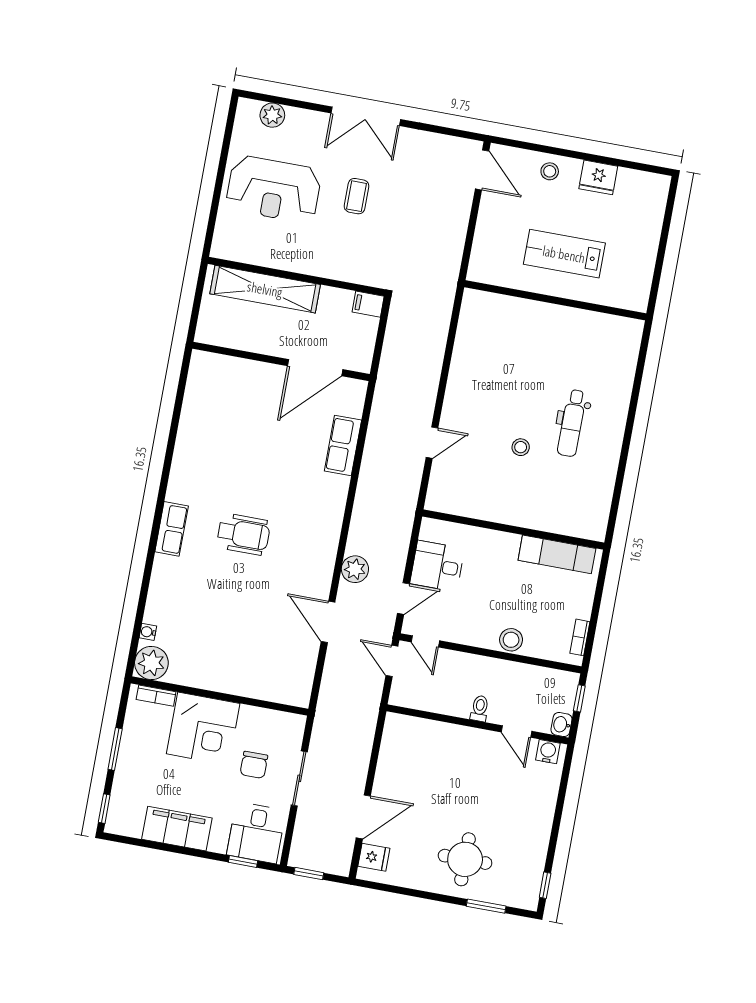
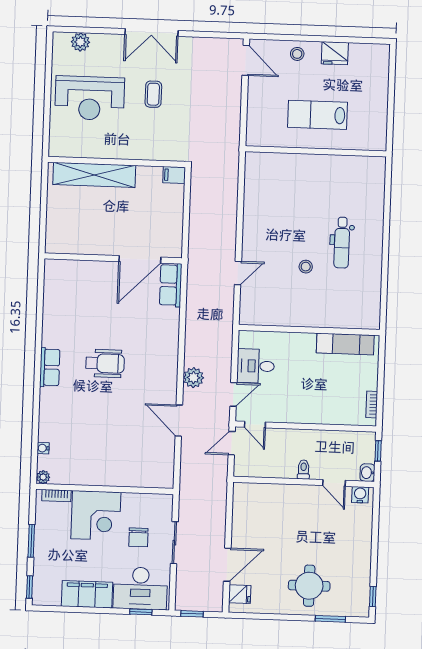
wall: (281, 361) -> (113, 258), moved
door: (315, 368) -> (140, 259), moved
stool: (511, 640) -> (320, 414), removed
door: (392, 661) -> (232, 443), hinge flipped
plant: (151, 663) -> (43, 477), width x0.53, depth x0.53
desk: (256, 833) -> (140, 588), width x1.37

